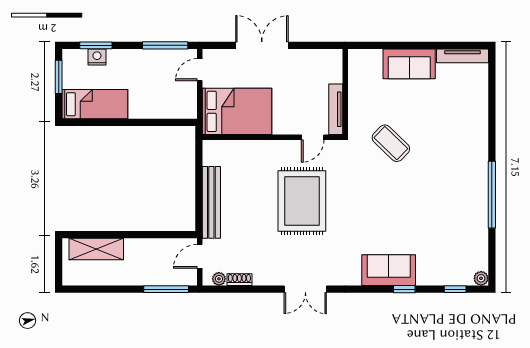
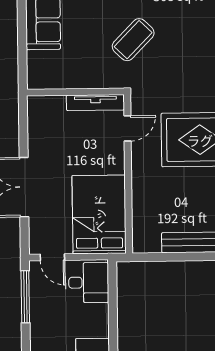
desk: (177, 100) -> (87, 283), added
door: (313, 137) -> (128, 128), hinge flipped

